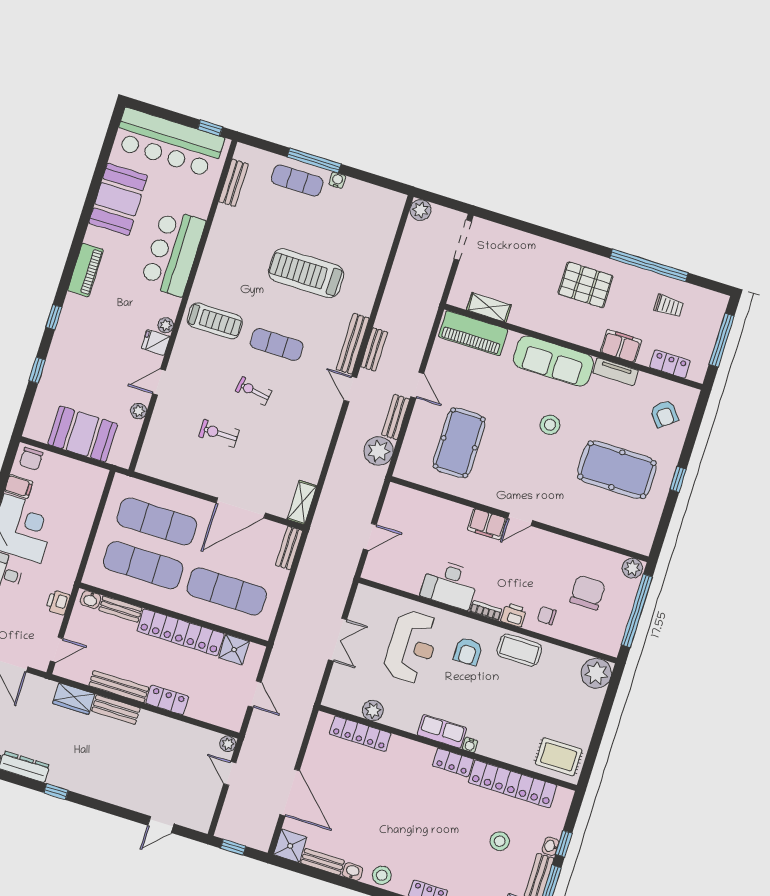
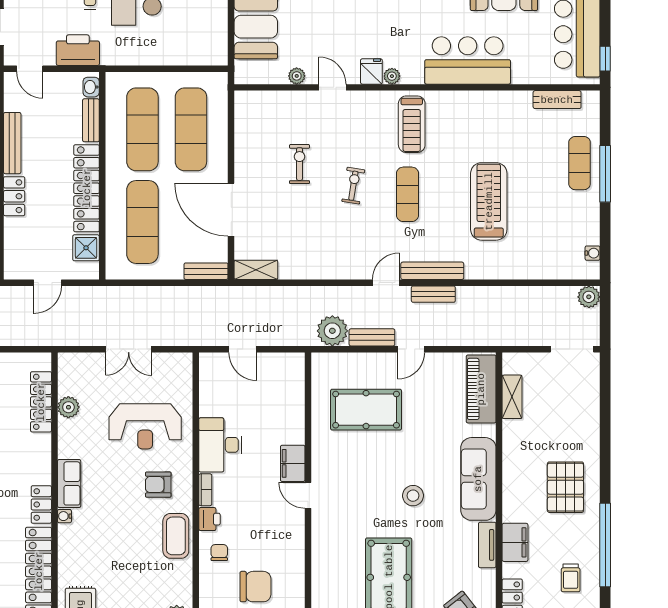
water cooler: (337, 180) -> (593, 253), moved
printer: (58, 602) -> (78, 50), width x1.87, depth x1.48

